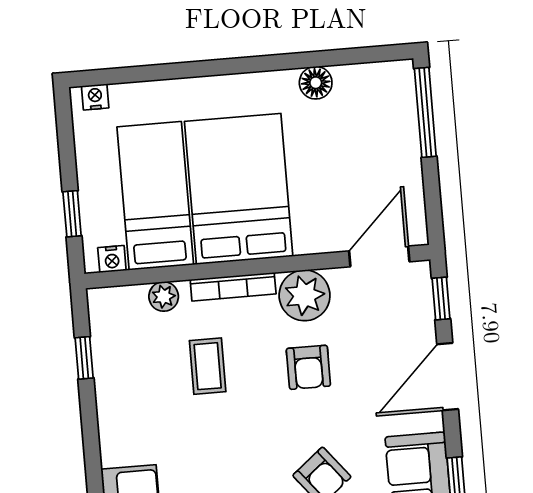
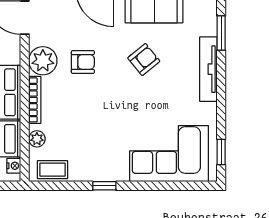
window: (84, 358) -> (104, 186), moved
coffee table: (208, 366) -> (52, 170), moved

